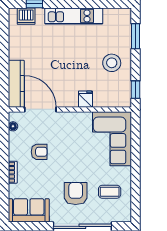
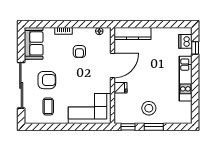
window: (136, 36) -> (154, 127), moved
door: (40, 109) -> (112, 65), moved

